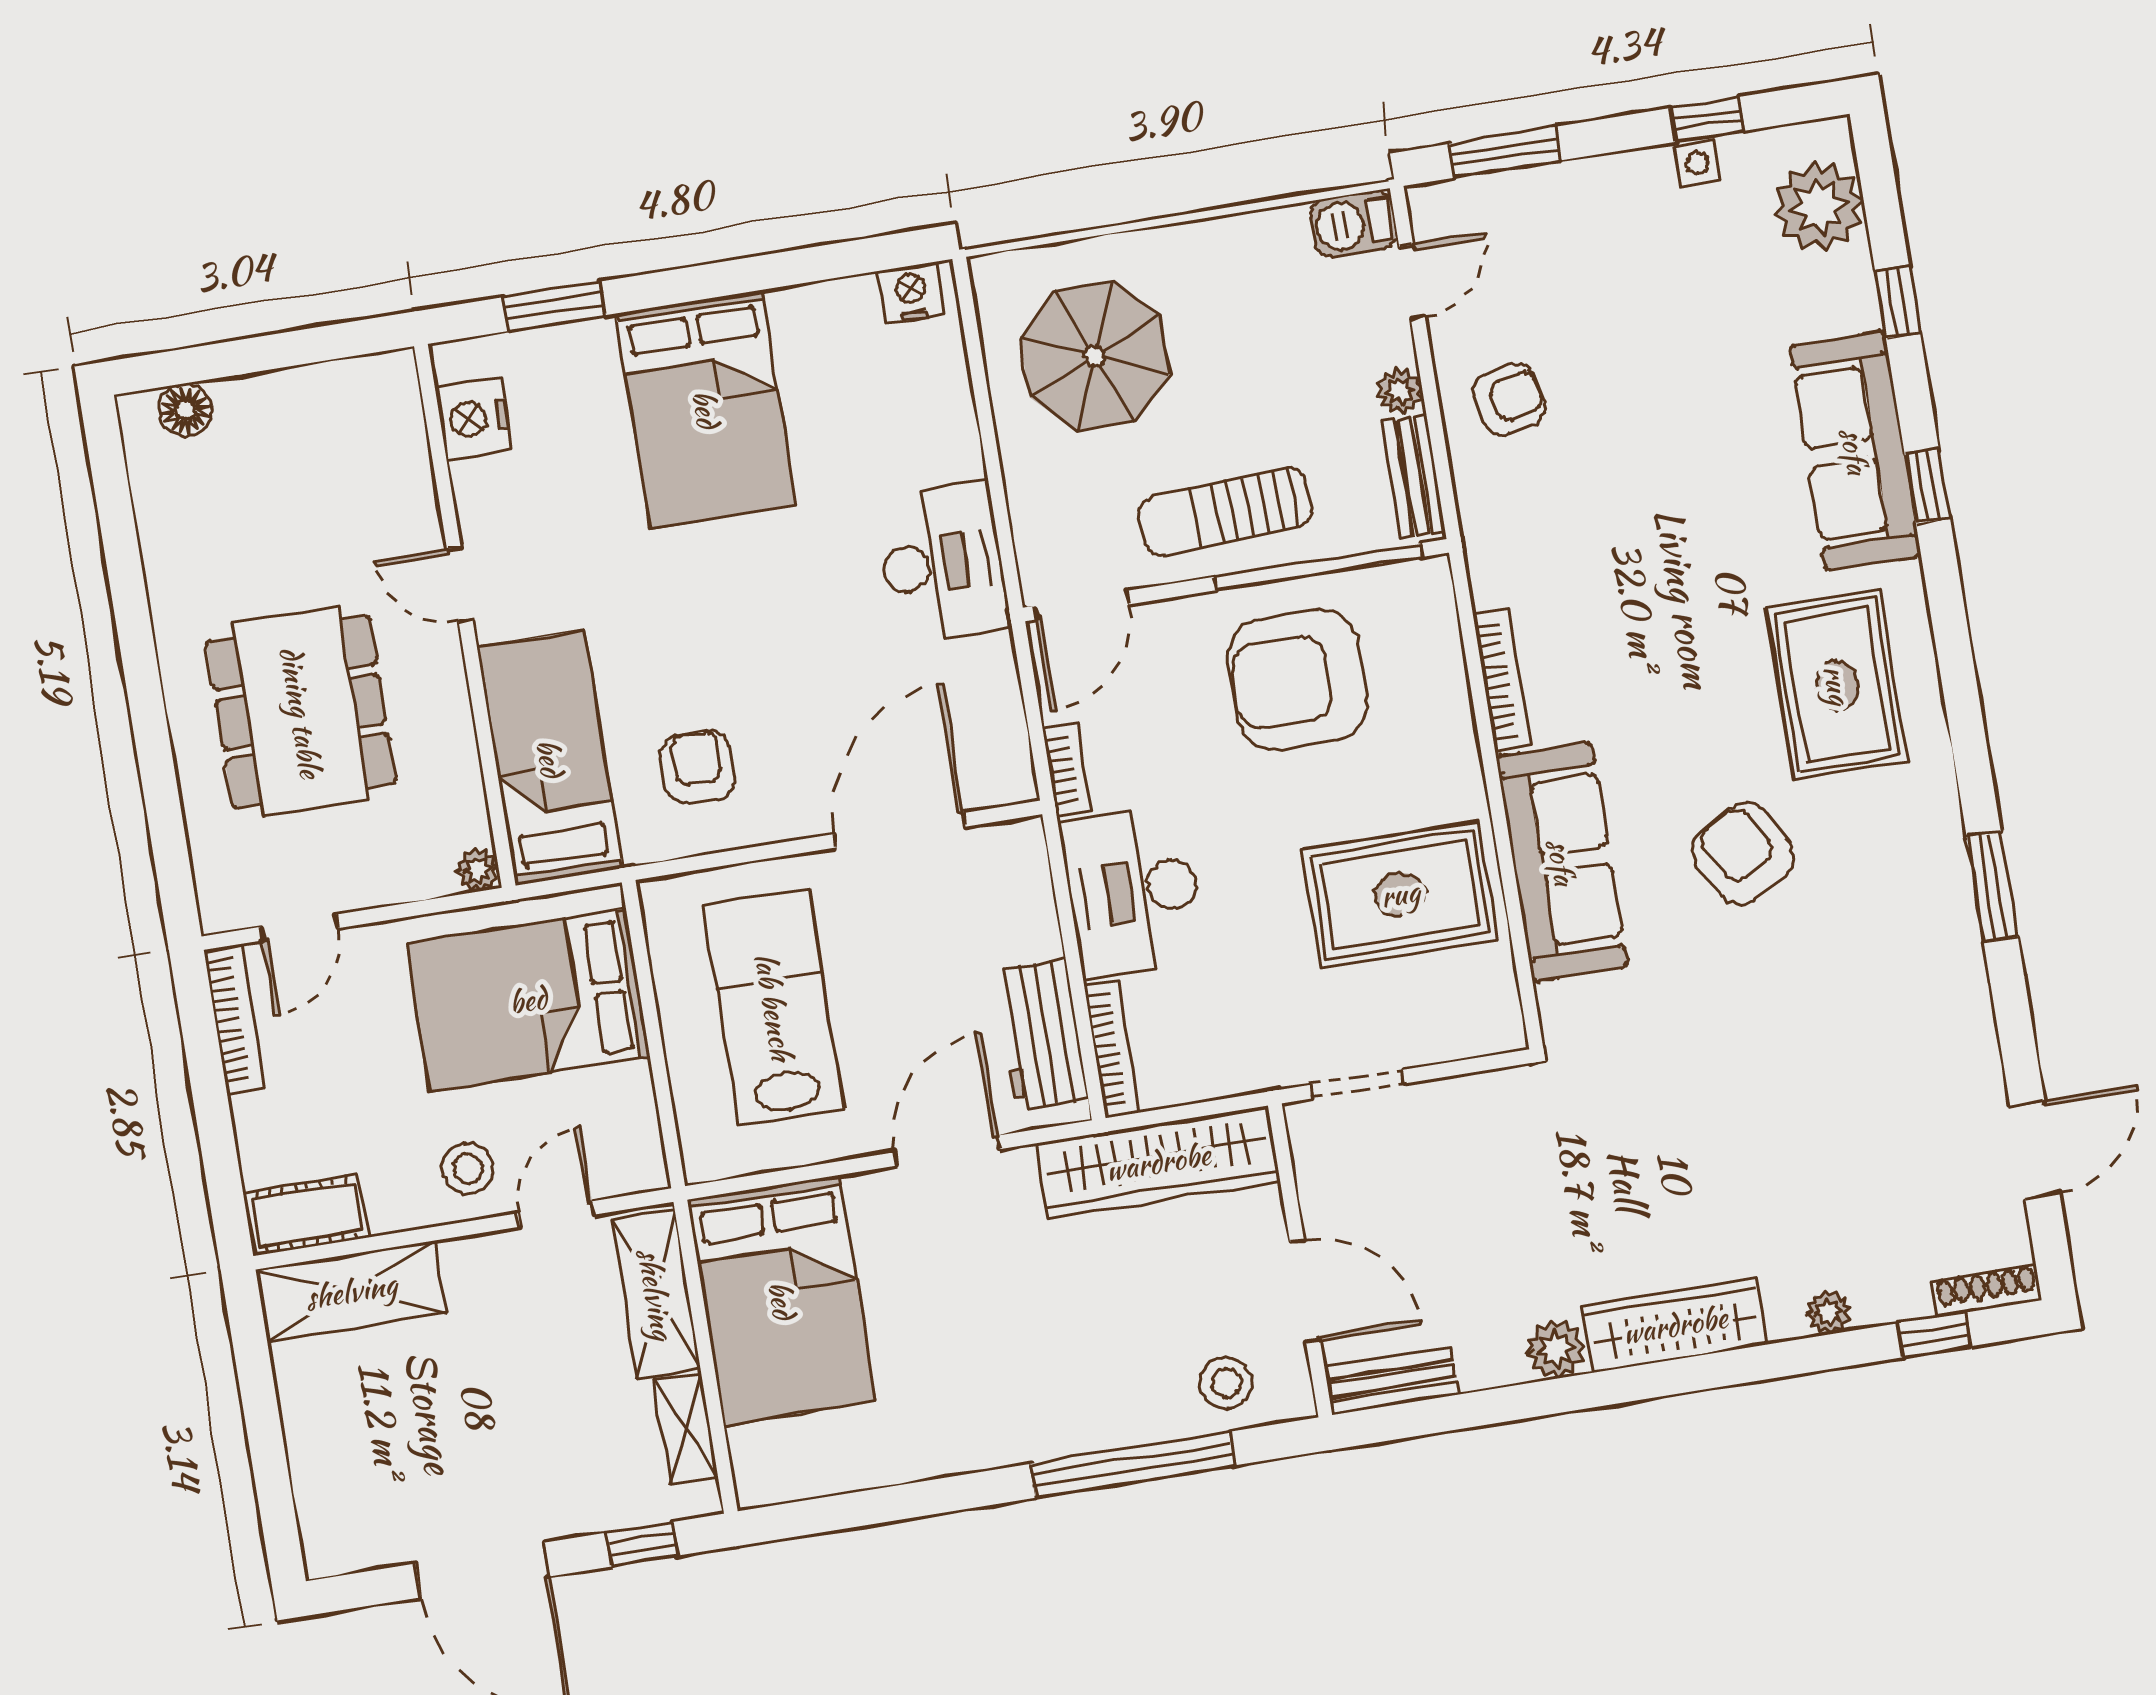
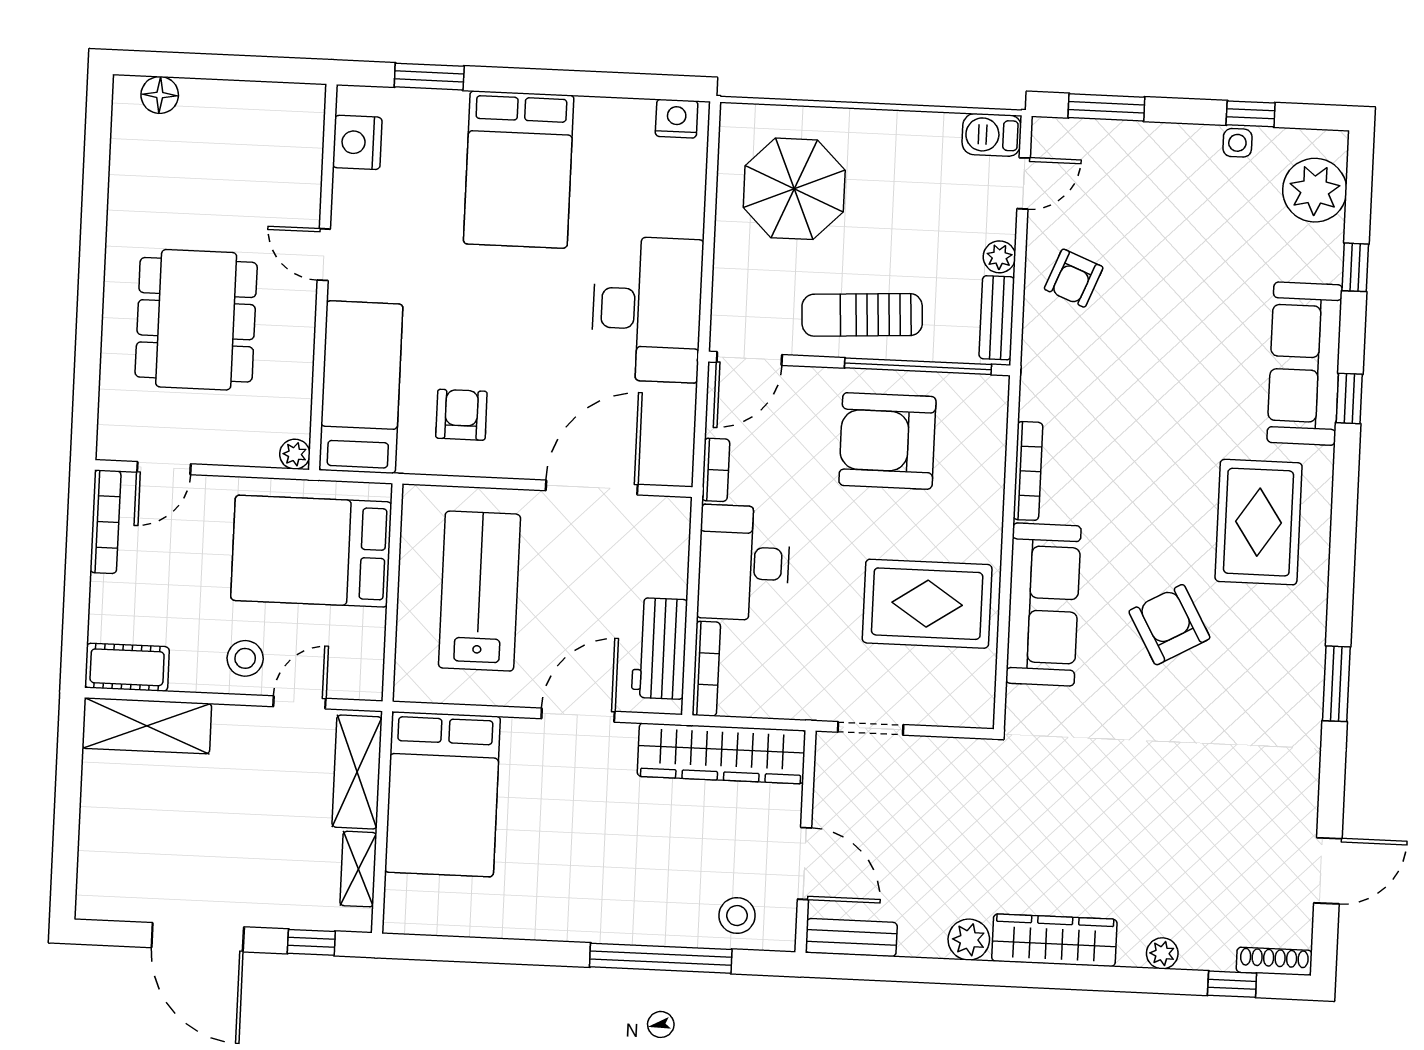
armchair: (1509, 399) -> (1074, 278), turned 125
desk: (942, 564) -> (647, 309), width x1.36, depth x1.30

